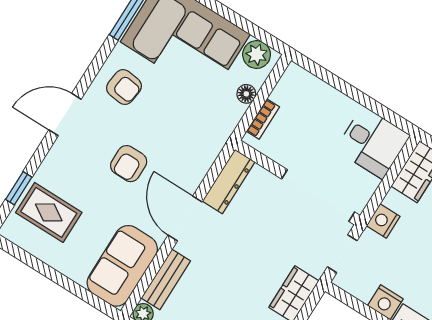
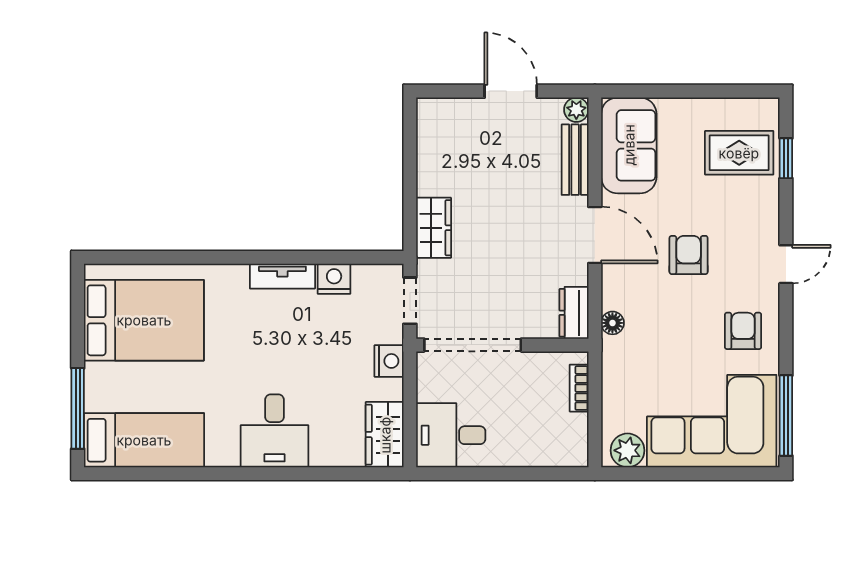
armchair: (124, 87) -> (743, 331), turned 83
floor lamp: (246, 94) -> (612, 323), moved
door: (65, 115) -> (786, 264), width x0.73
dresser: (229, 181) -> (574, 313), width x0.70

